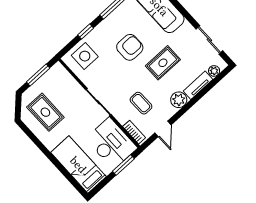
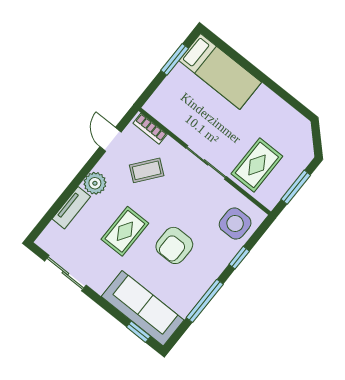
plant: (214, 71) -> (52, 231), removed
coffee table: (141, 103) -> (147, 170), turned -51
rug: (45, 112) -> (257, 165), moved, turned 90
desk: (111, 143) -> (179, 108), removed
window: (123, 165) -> (175, 59), moved

